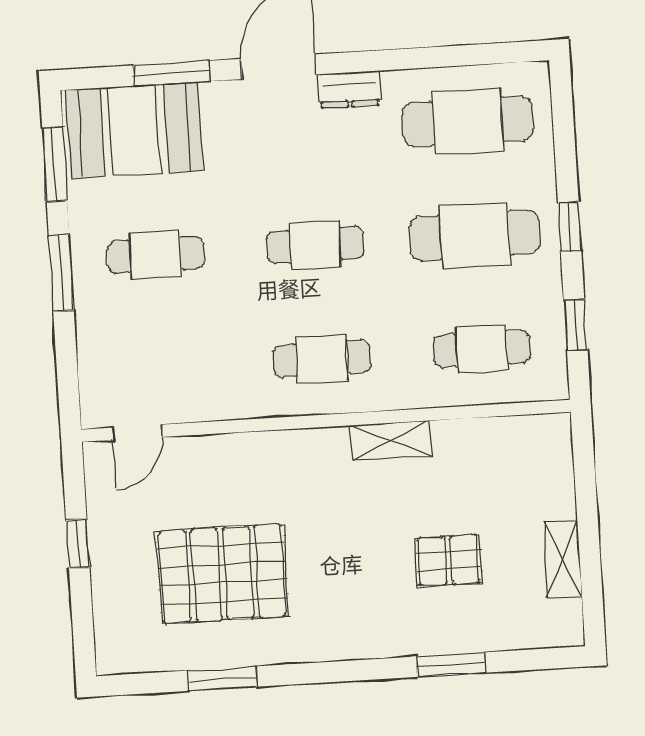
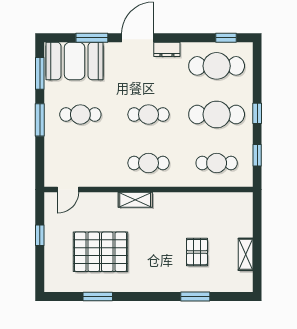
window: (486, 54) -> (226, 38), added
shelving: (391, 441) -> (135, 200), moved
pallet: (448, 560) -> (197, 252), turned 90

